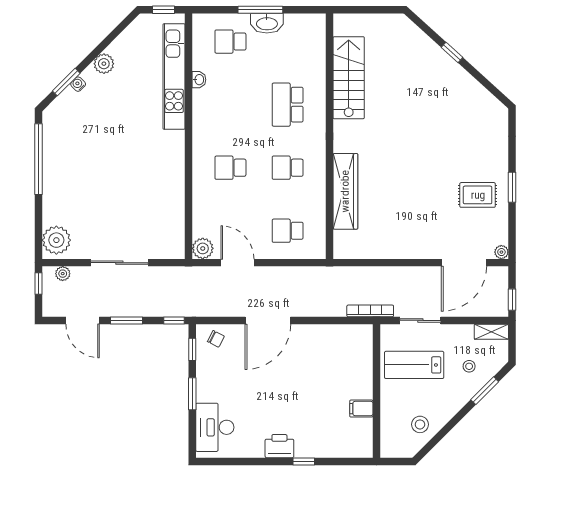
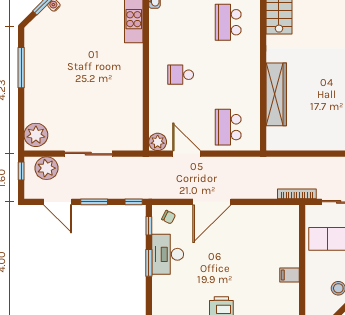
window: (39, 159) -> (21, 68), width x0.68
school desk: (288, 168) -> (228, 75), removed
school desk: (288, 231) -> (228, 127), width x1.85
plant: (63, 274) -> (47, 168), width x1.87, depth x1.87
desk: (215, 427) -> (168, 254), moved

